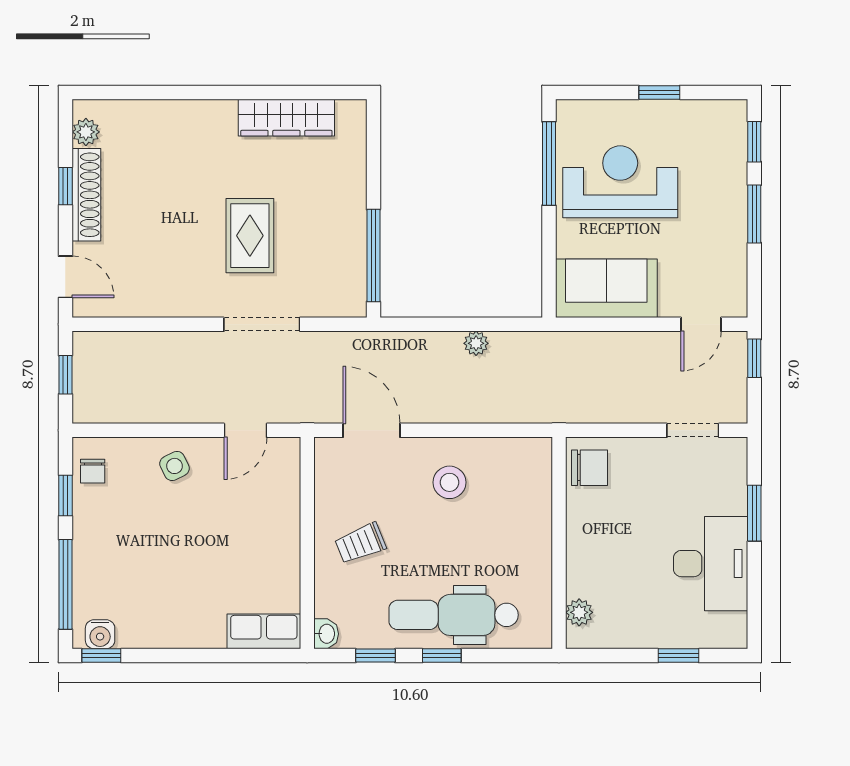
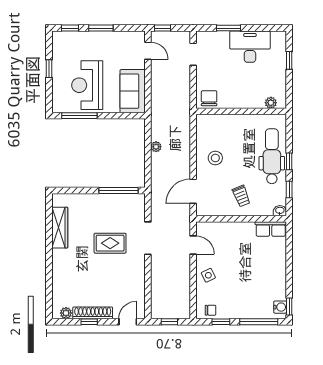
dental chair: (454, 615) -> (272, 156), turned 180
row of seats: (264, 631) -> (271, 229), moved, turned -90

